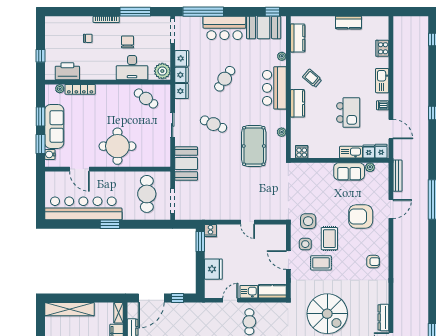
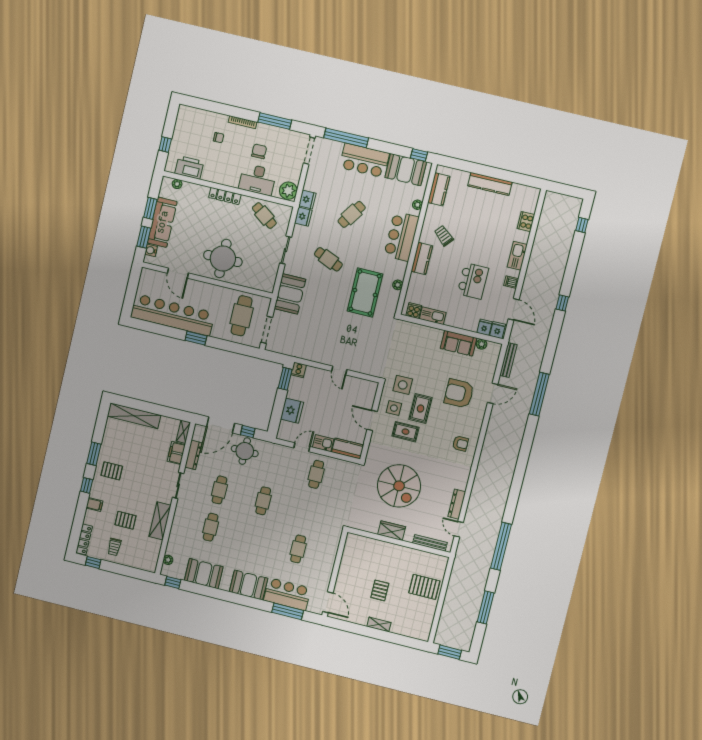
kitchen counter: (348, 22) -> (490, 184), width x1.50
fridge: (182, 58) -> (312, 182), removed
locker: (80, 89) -> (225, 196), moved
kitchen sink: (351, 152) -> (433, 316), moved
round table: (179, 317) -> (245, 451), added

